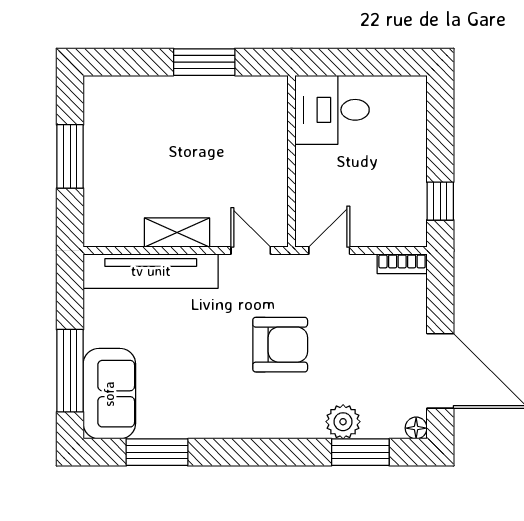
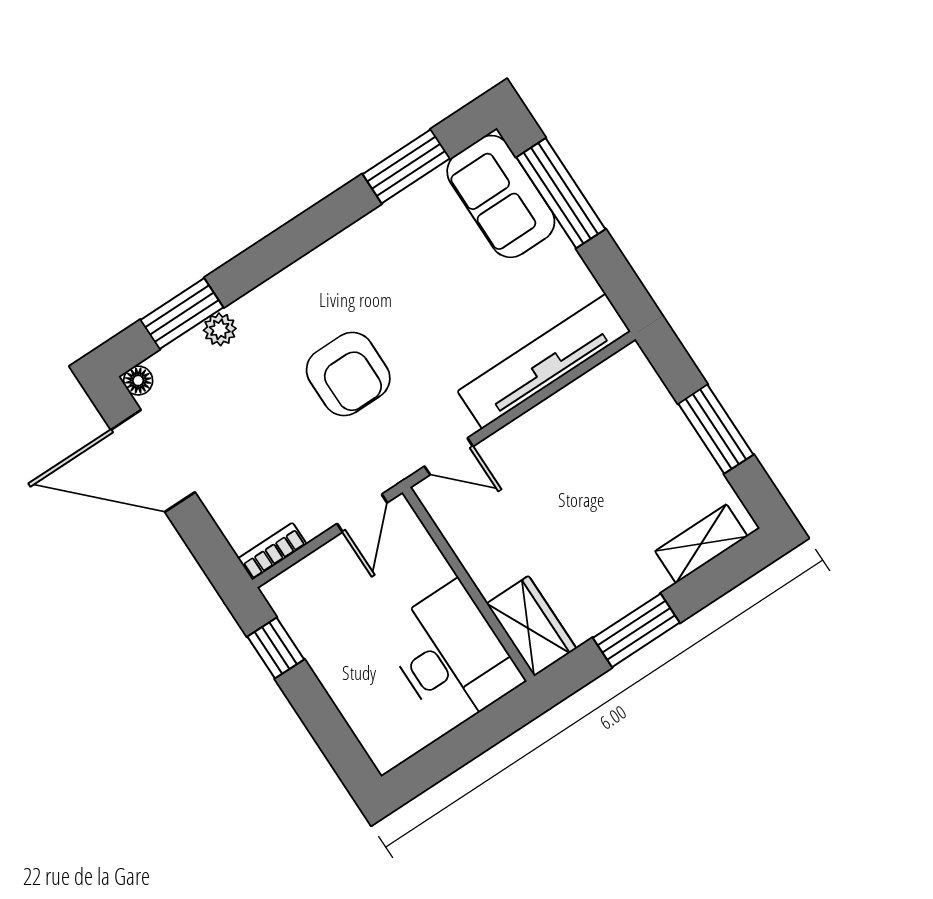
wardrobe: (269, 108) -> (531, 626), added
desk: (332, 110) -> (452, 656), width x1.37
shelving: (177, 233) -> (701, 544), moved
armchair: (280, 345) -> (348, 374), turned -90
plant: (343, 422) -> (220, 329), width x0.73, depth x0.73

